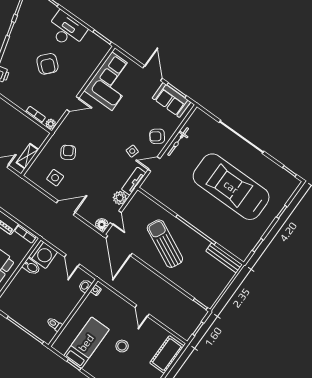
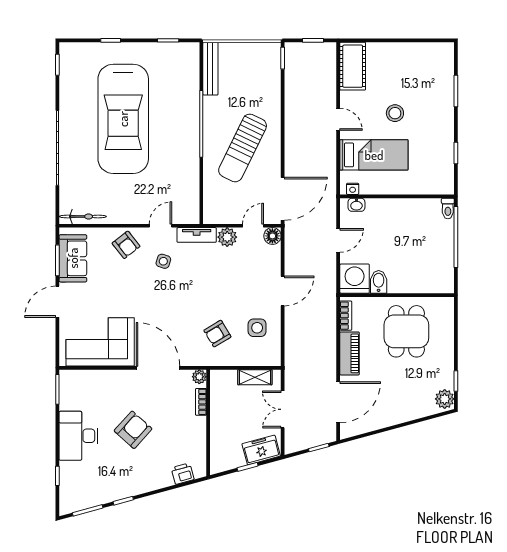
door: (73, 104) -> (158, 368), width x1.88
bicycle: (178, 142) -> (83, 216), moved
door: (154, 164) -> (160, 226), swing flipped
door: (66, 208) -> (283, 291), swing flipped
door: (142, 311) -> (338, 119), hinge flipped
toilet: (54, 324) -> (448, 208), moved
bed: (86, 343) -> (374, 155), moved, turned 180
cot: (167, 354) -> (353, 66), moved, turned 90

